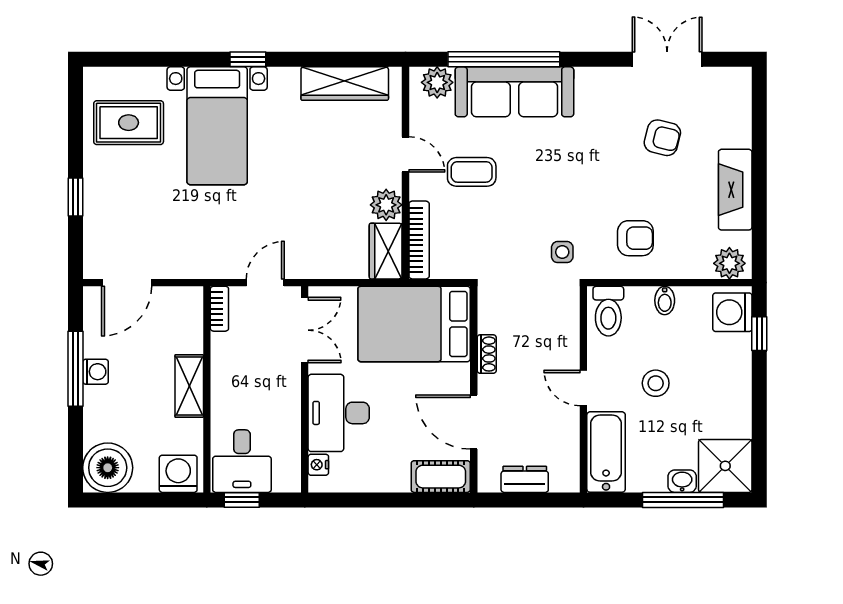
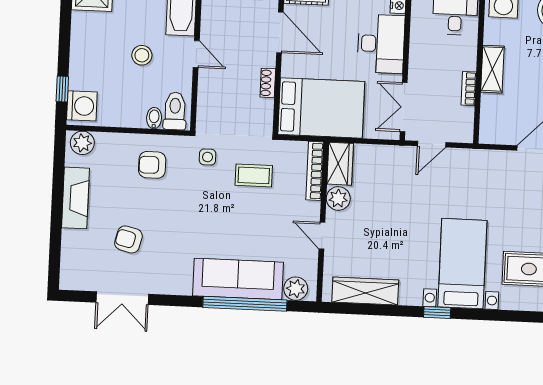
coffee table: (472, 172) -> (254, 175), moved
bidet: (665, 300) -> (154, 118), moved
bookcase: (219, 309) -> (469, 89), moved

